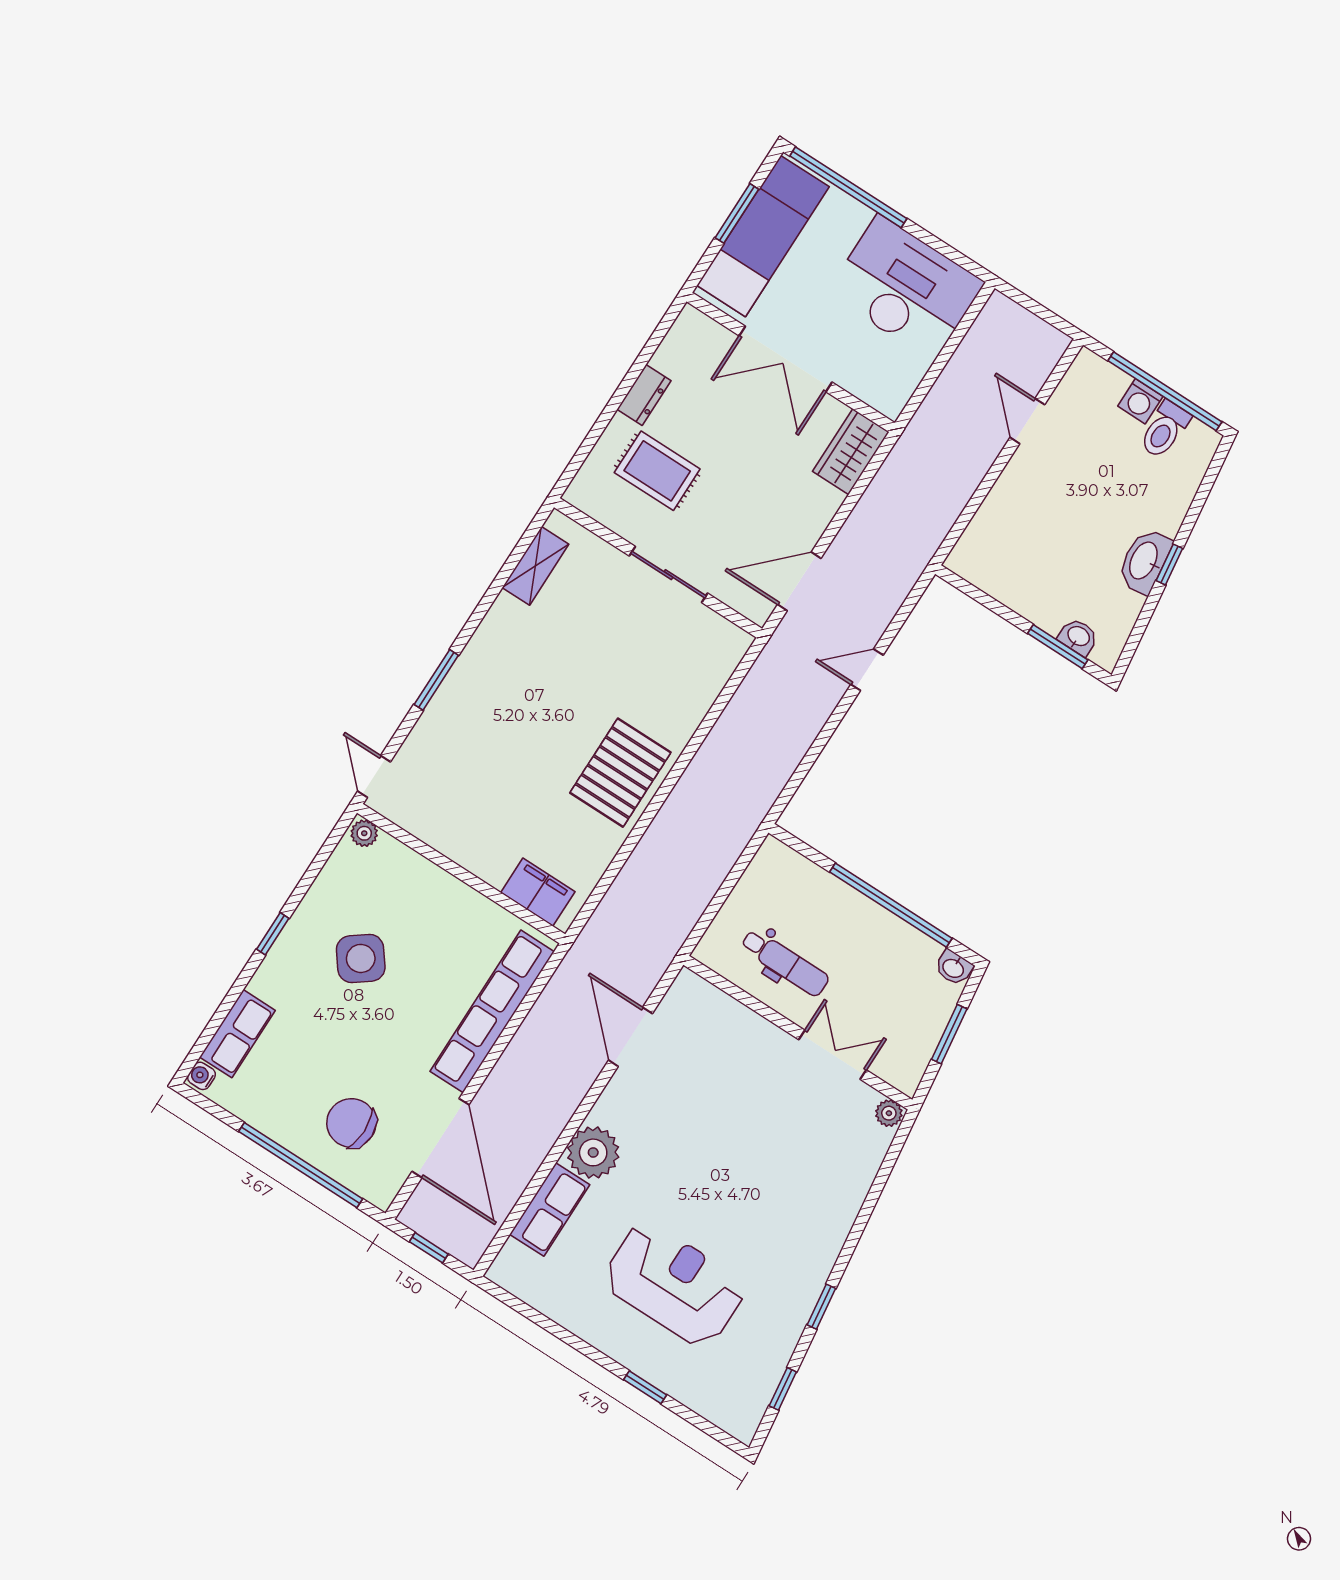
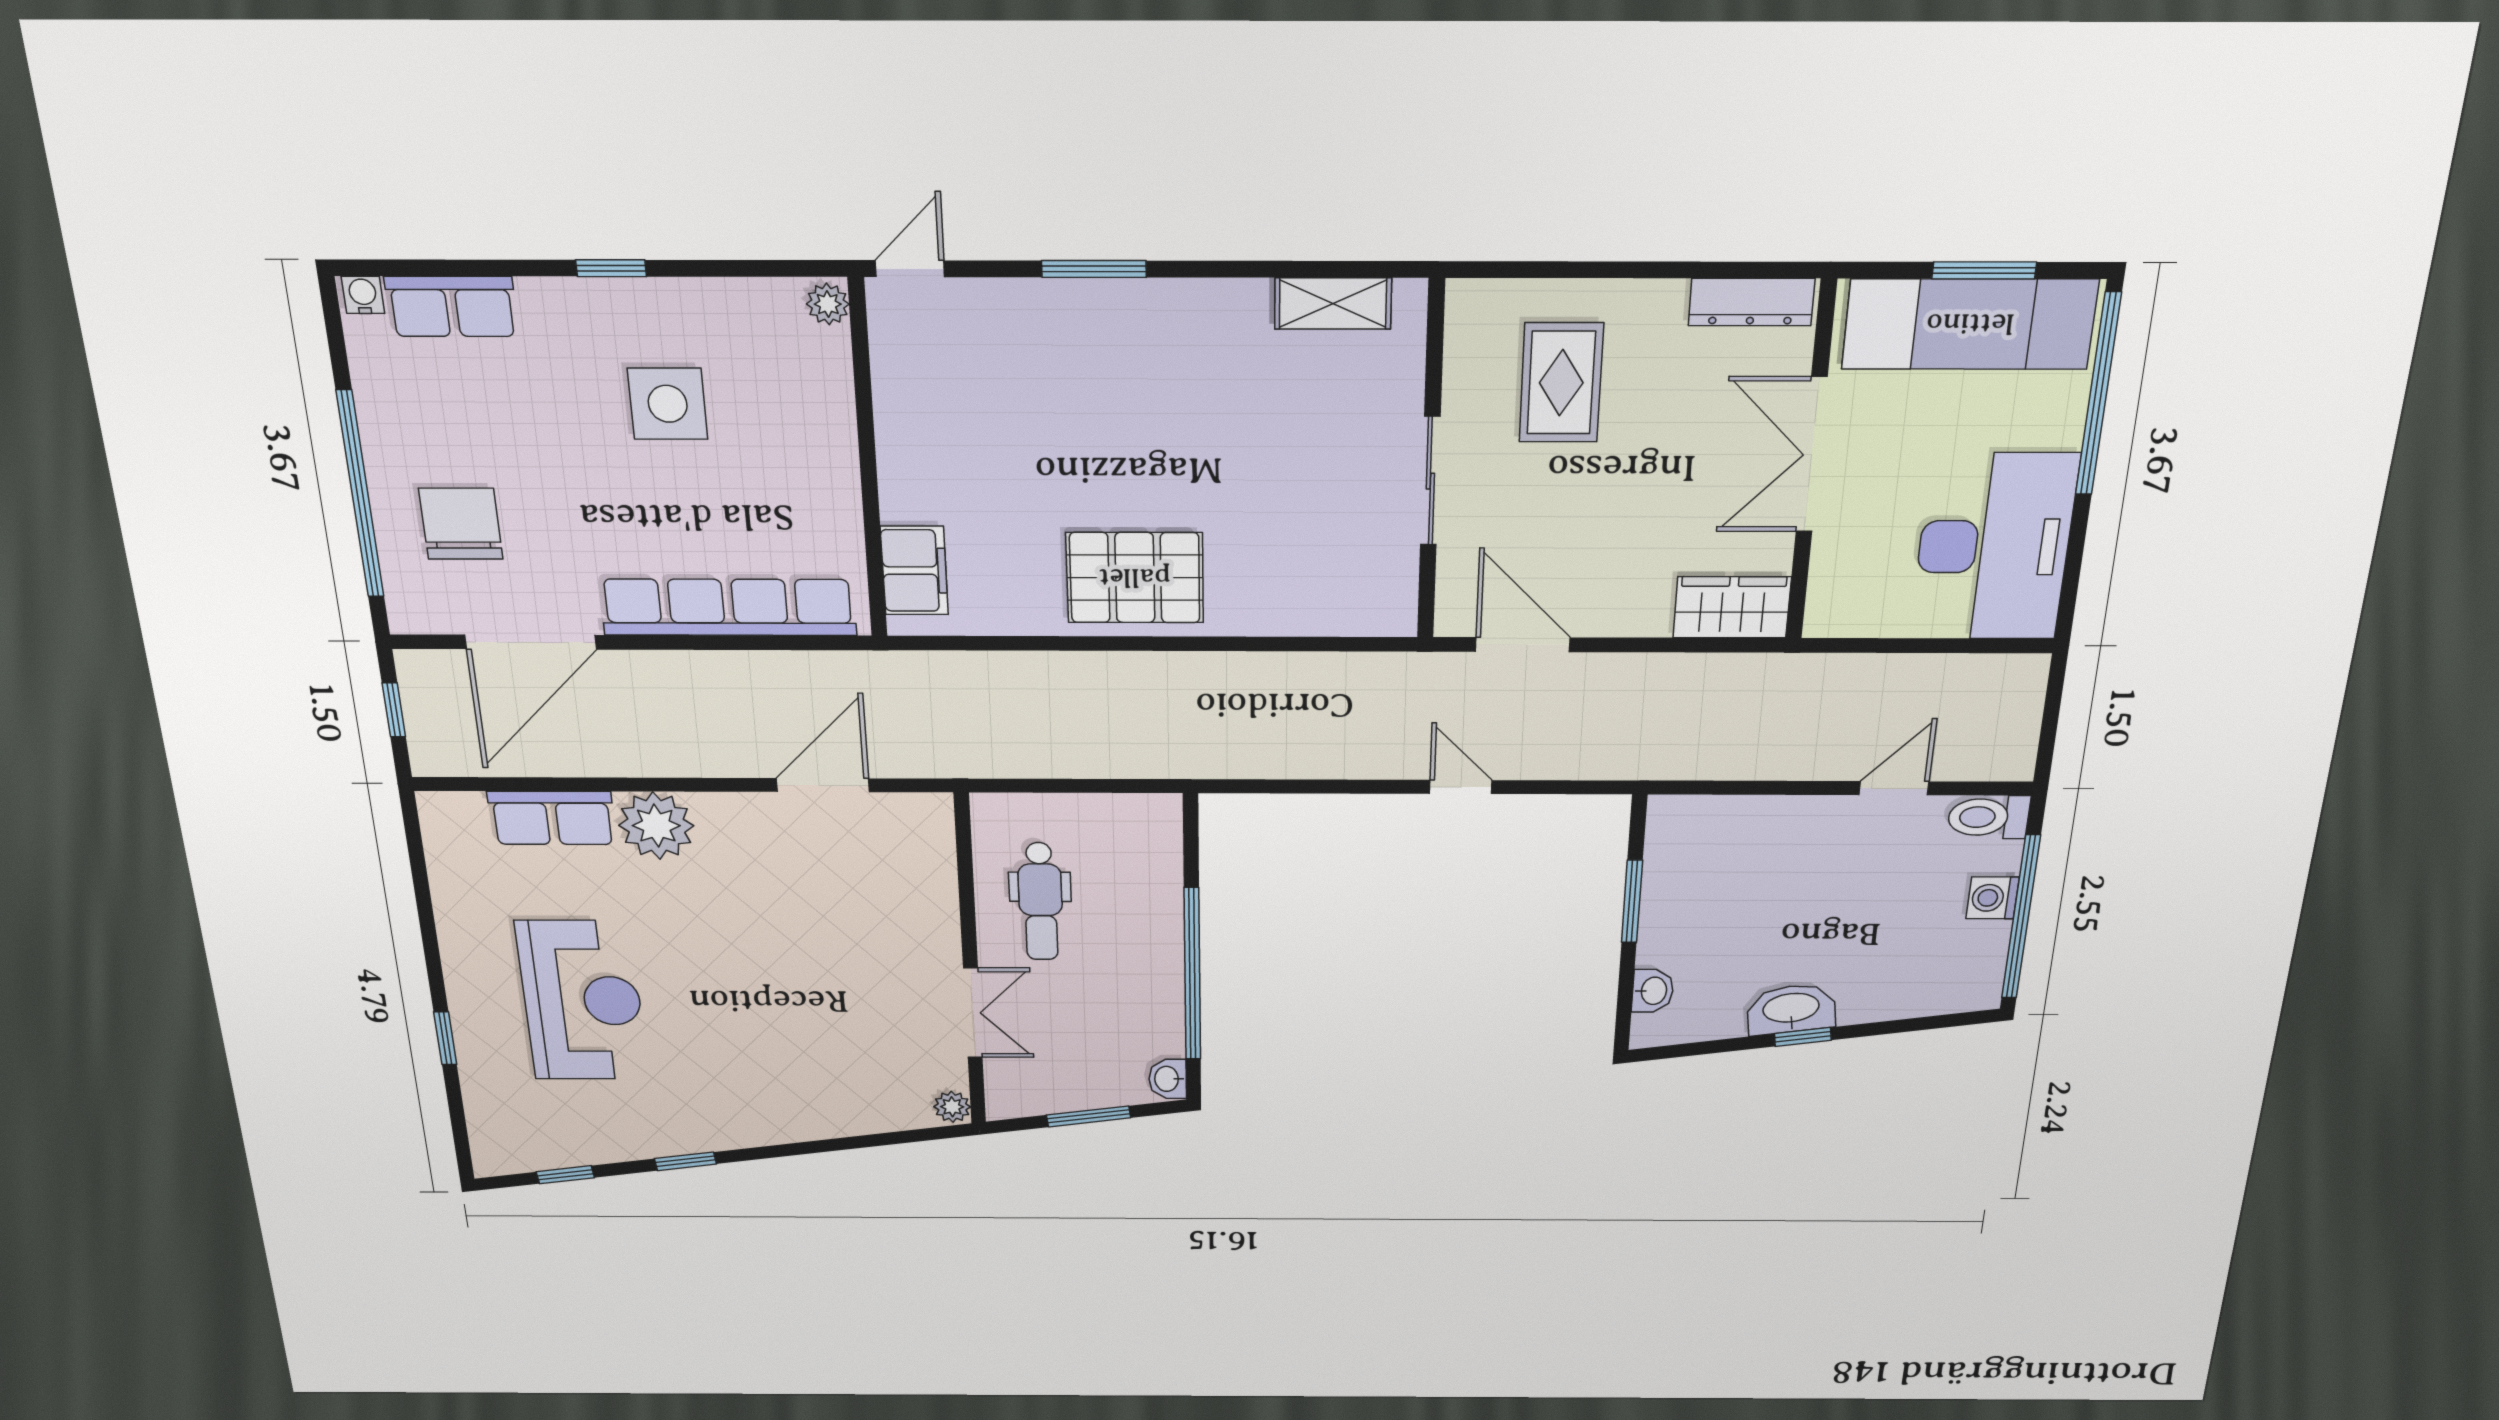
dresser: (644, 395) -> (1751, 302), moved, width x1.44
toilet: (1165, 430) -> (1988, 817), moved
window: (1058, 647) -> (1632, 901), moved
side table: (361, 958) -> (668, 404), turned 37

